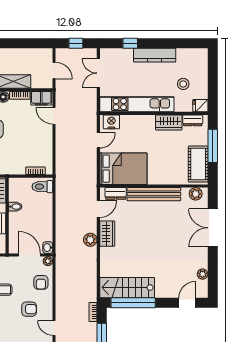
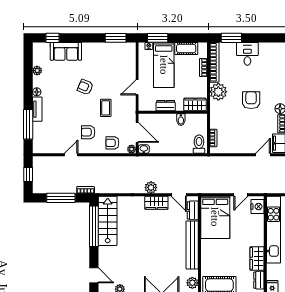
door: (98, 140) -> (241, 195), hinge flipped
door: (29, 255) -> (137, 132), hinge flipped
armchair: (29, 309) -> (88, 132), turned 90

